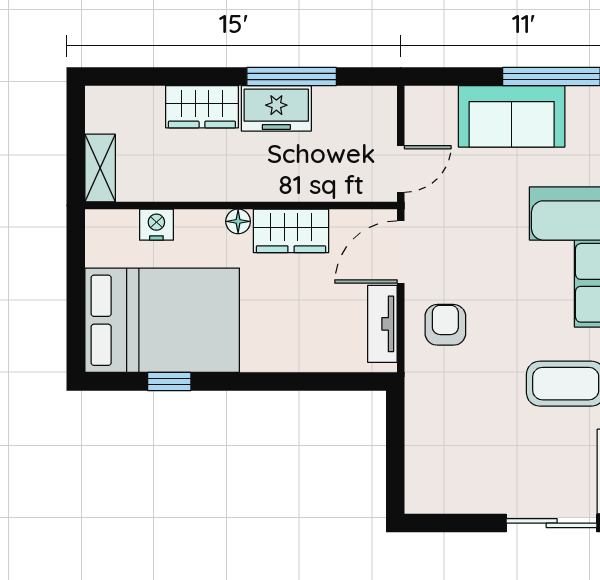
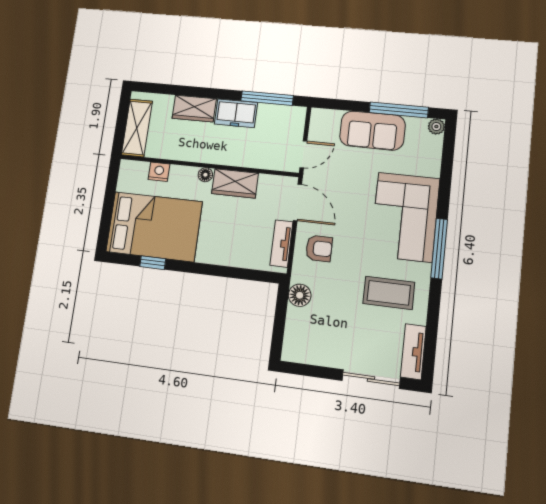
window: (292, 77) -> (267, 98), moved
shelving: (100, 168) -> (137, 128), width x1.50, depth x1.33
door: (401, 252) -> (297, 202), swing flipped
armchair: (445, 325) -> (319, 248), turned 90
floor lamp: (423, 405) -> (300, 295), added

